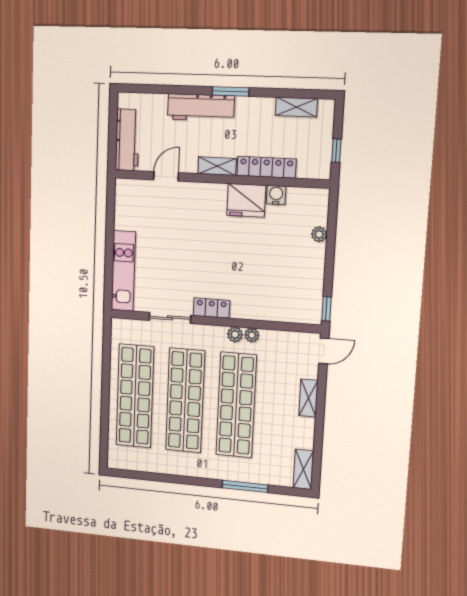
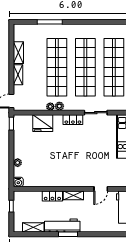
workbench: (201, 107) -> (62, 226), moved
locker: (266, 167) -> (52, 196), width x0.66
water cooler: (276, 195) -> (18, 182), moved
fridge: (246, 200) -> (43, 123), moved, turned 180
shelving: (303, 469) -> (18, 53), moved

